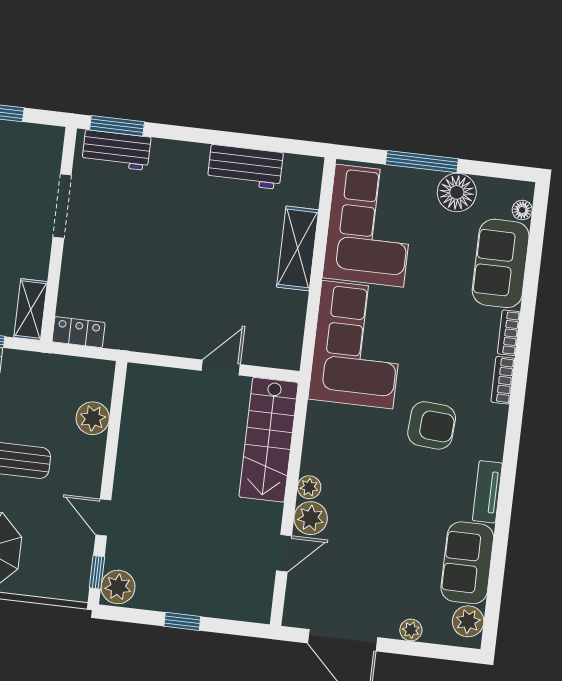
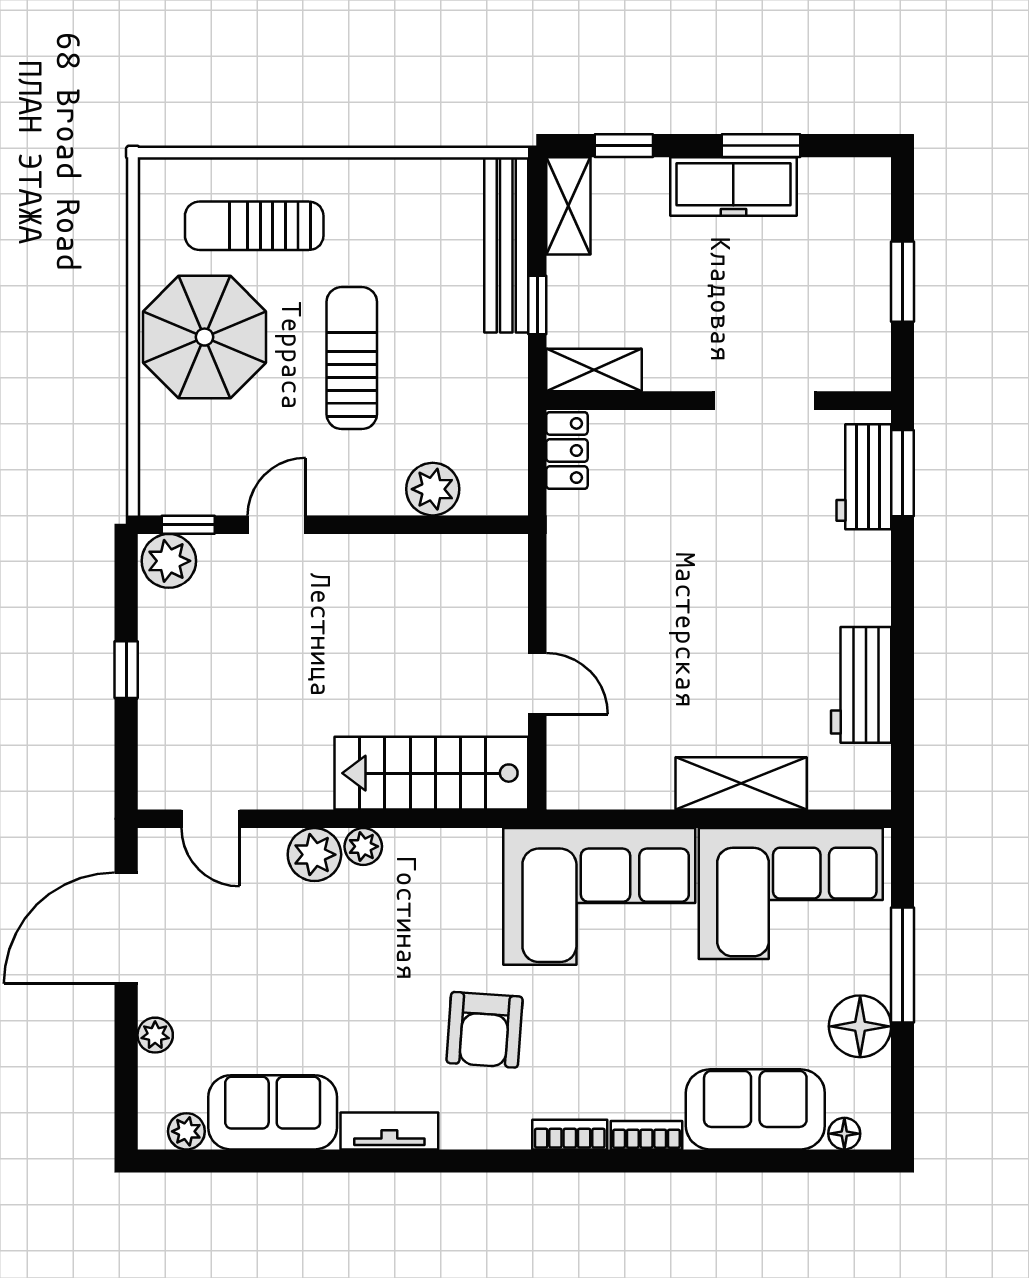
door: (284, 553) -> (211, 819), moved
plant: (468, 621) -> (186, 1131), width x0.73, depth x0.73

